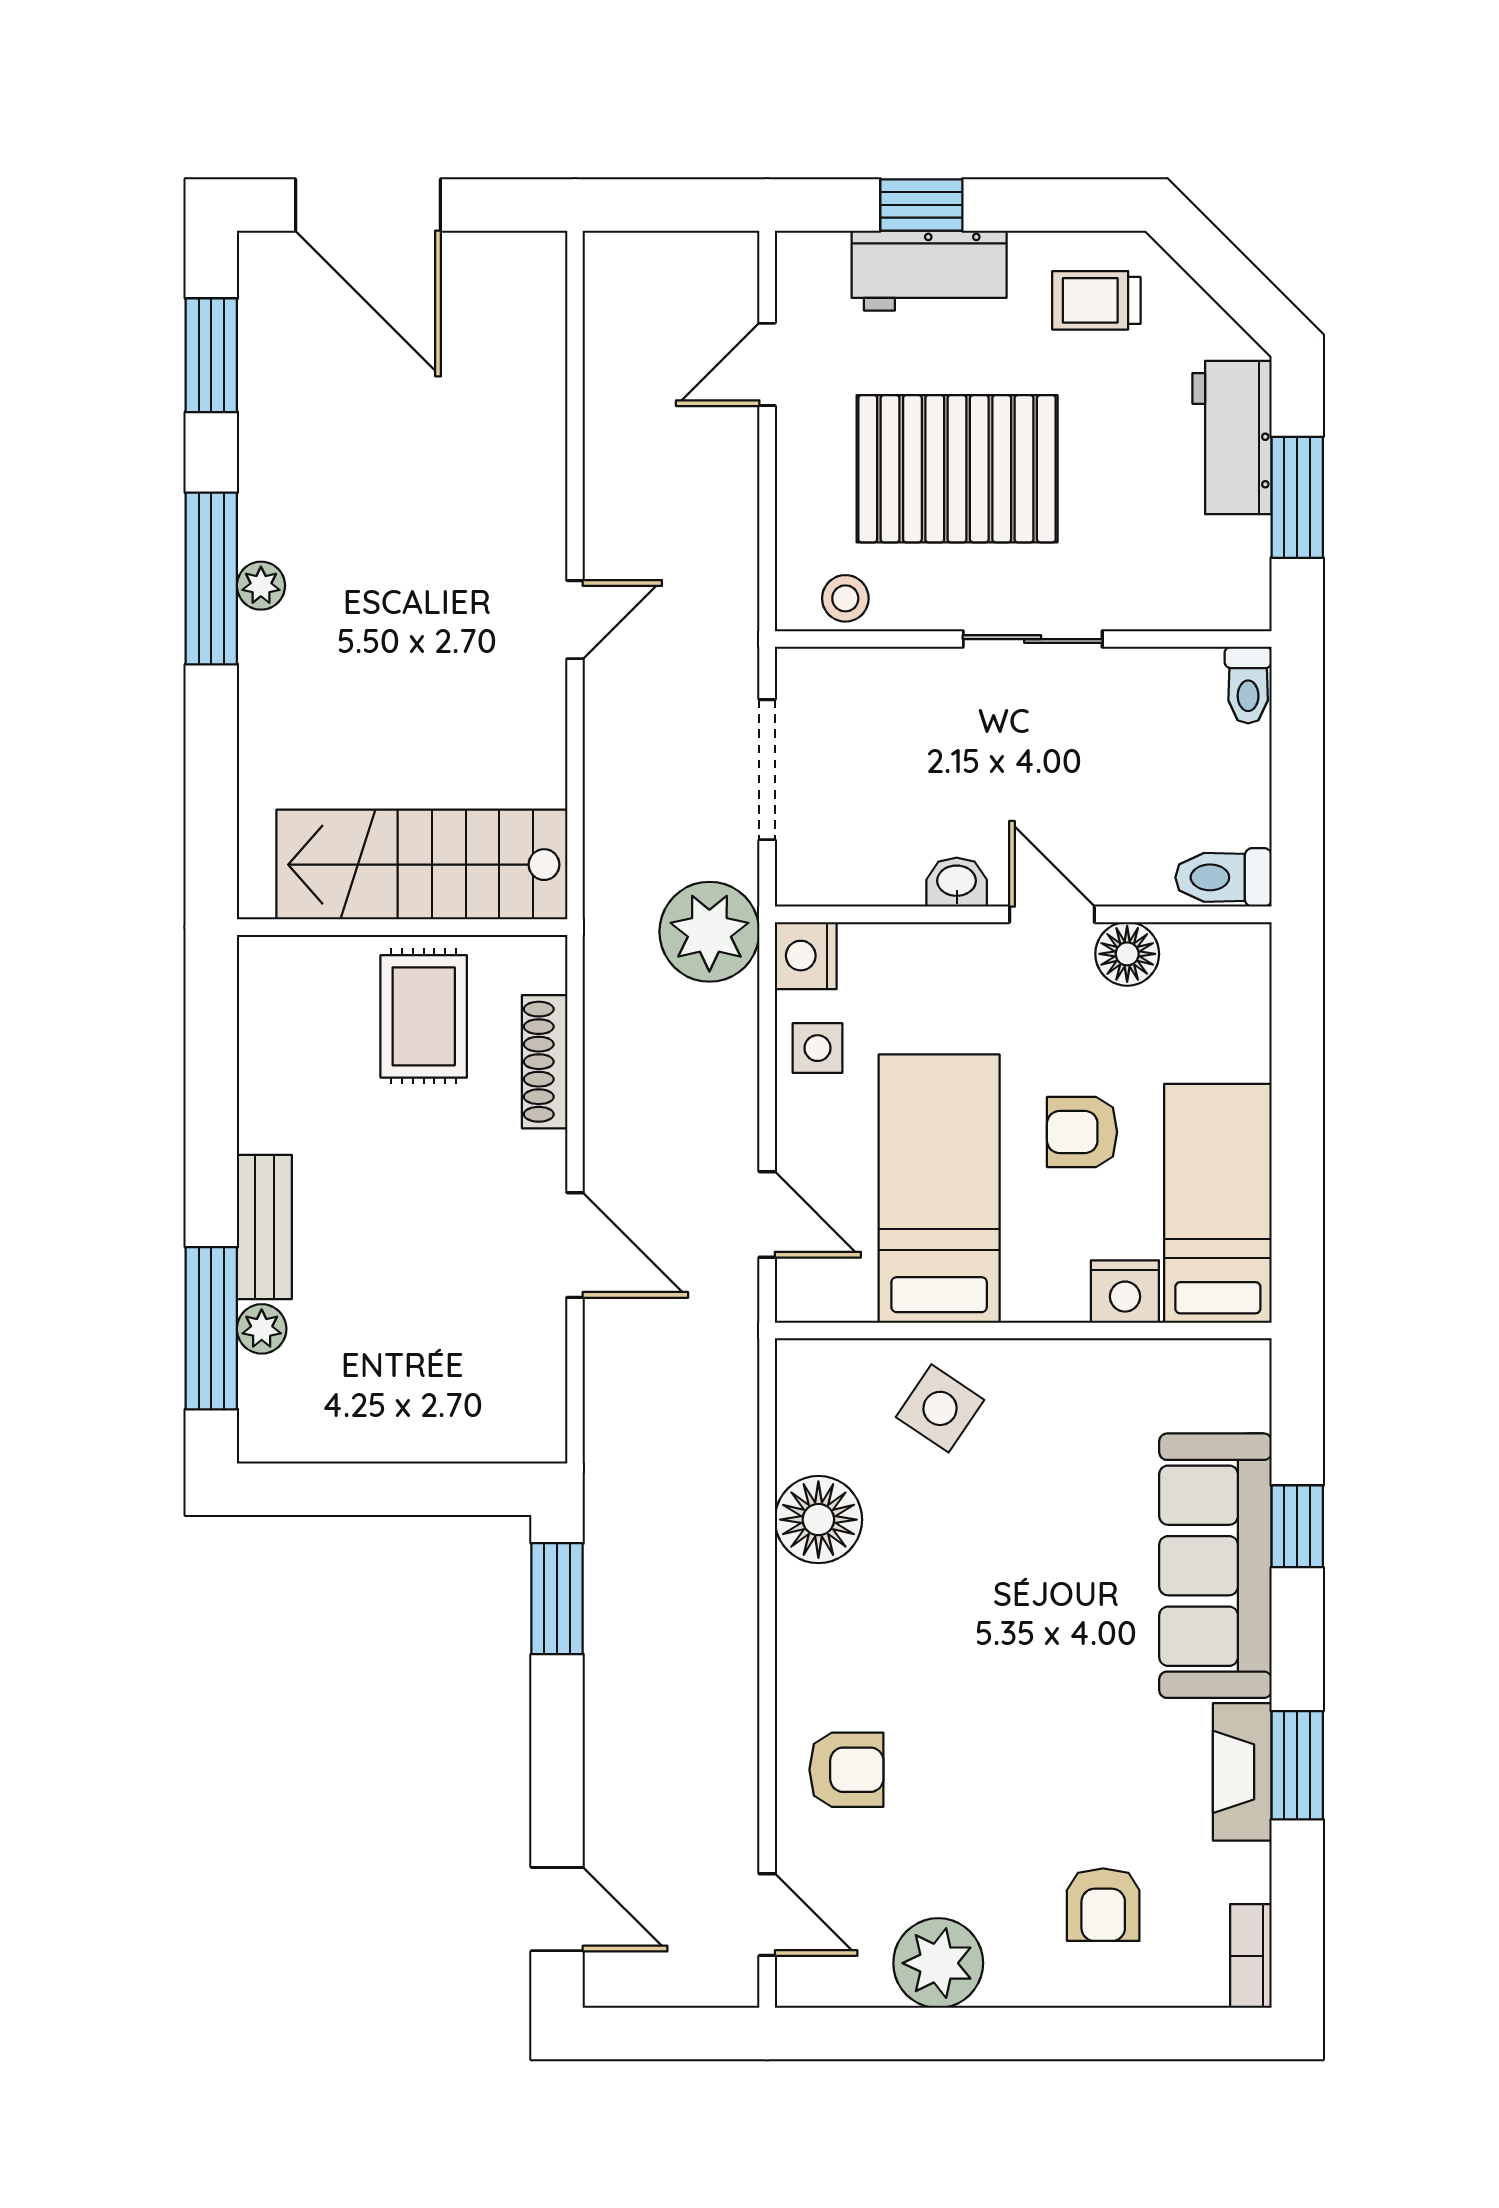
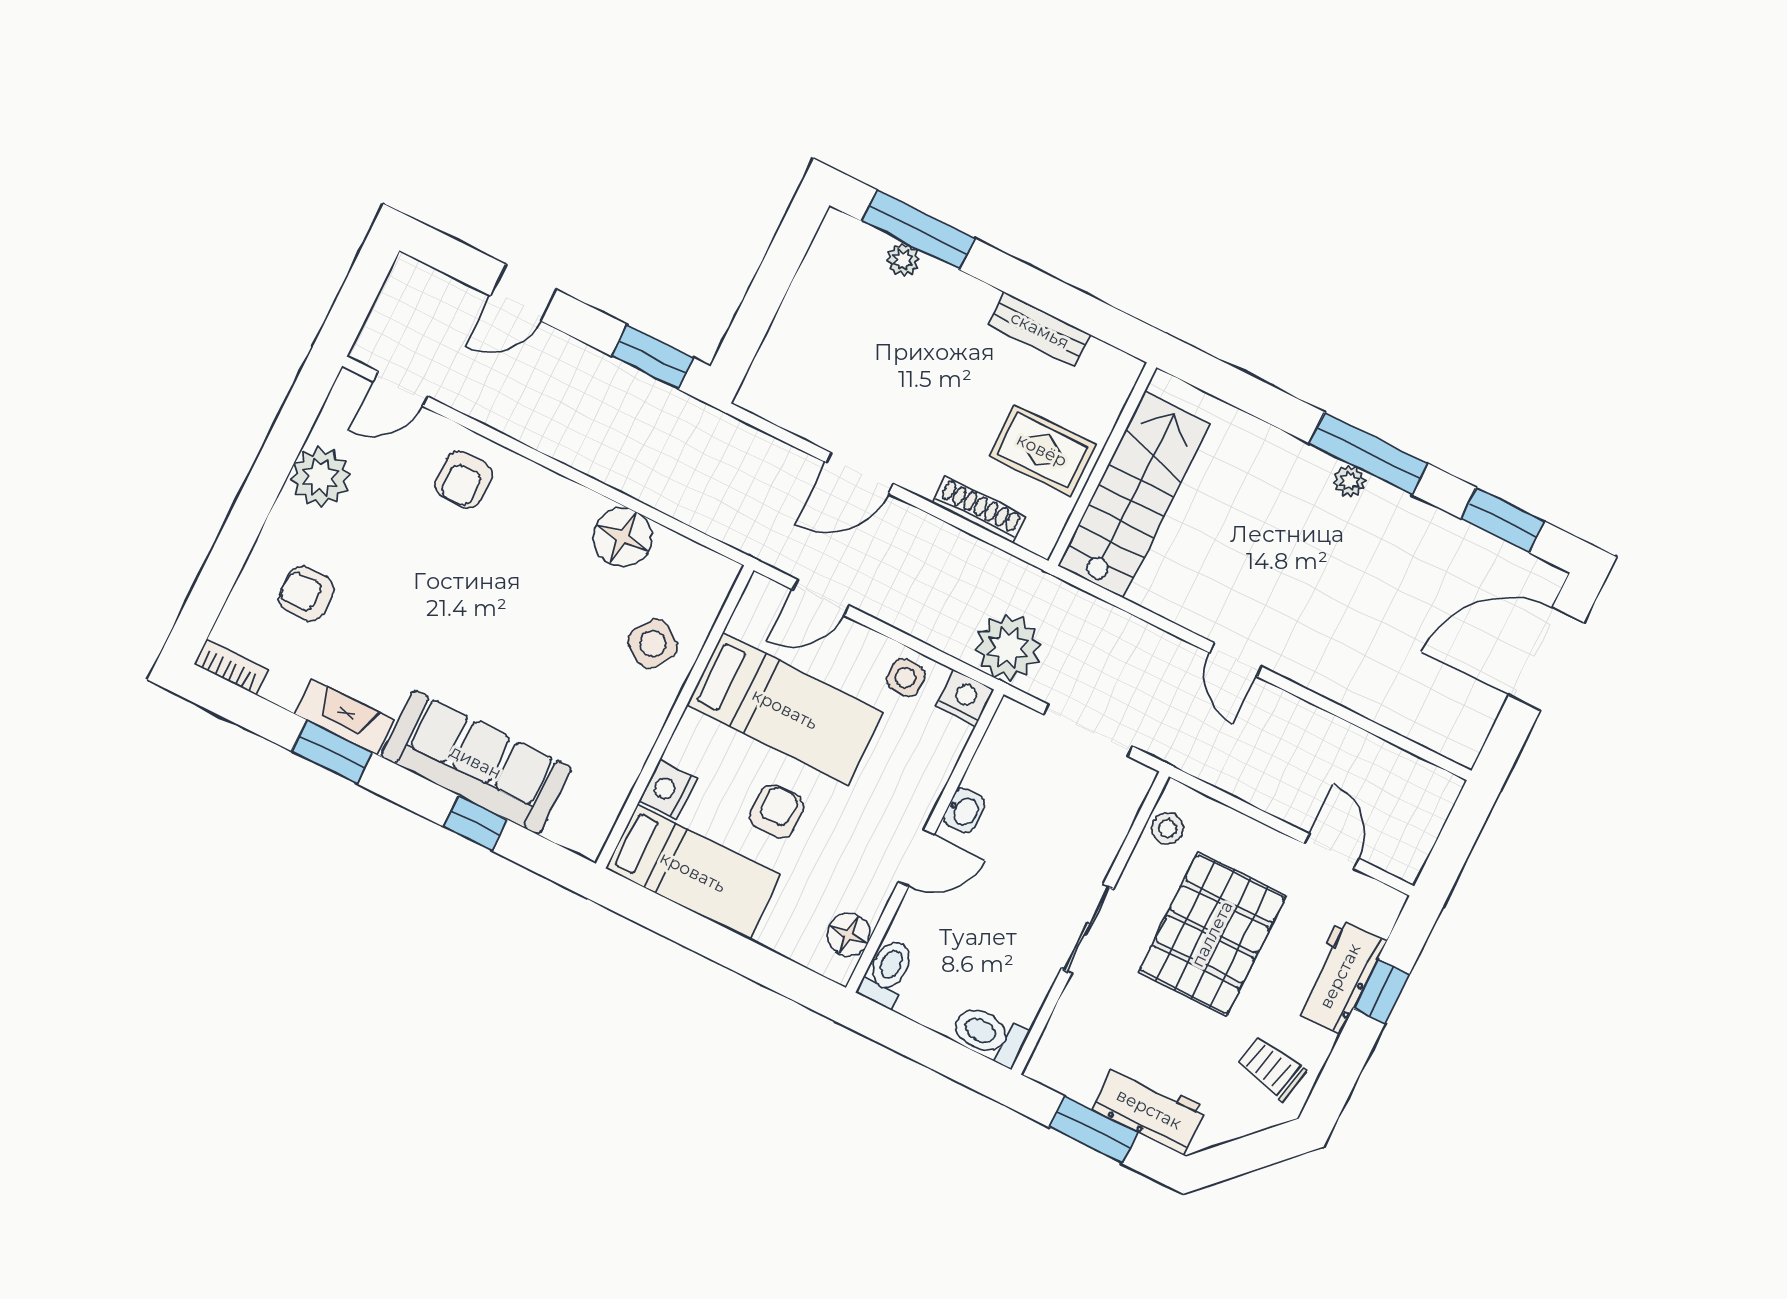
trolley: (1096, 300) -> (1272, 1068), turned -78
toilet: (1248, 685) -> (989, 1035), width x1.37, depth x1.39
floor lamp: (1127, 954) -> (849, 935), moved
bench: (264, 1227) -> (1040, 330), moved
door: (557, 1909) -> (523, 293), moved

